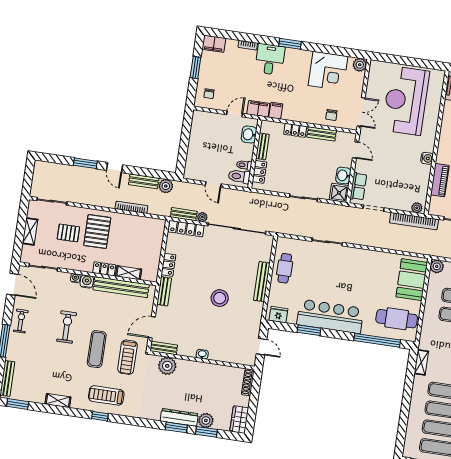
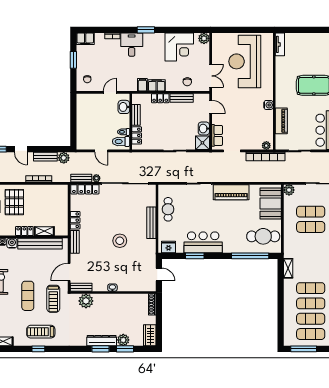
filing cabinet: (258, 109) -> (157, 85), moved
piano: (365, 259) -> (231, 192), added
bar counter: (330, 316) -> (203, 242), width x0.73

